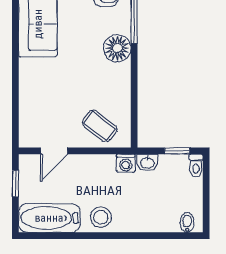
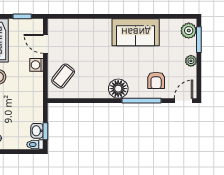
washing machine: (126, 163) -> (37, 65), moved
washbasin: (147, 163) -> (37, 131), moved

